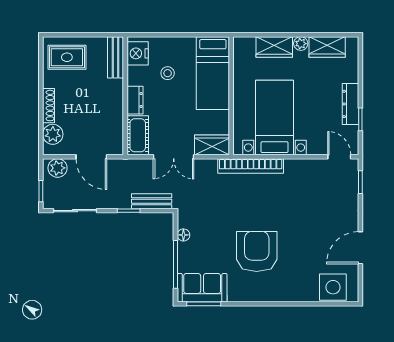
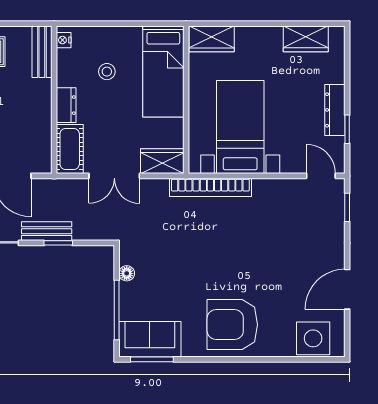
plant: (301, 44) -> (273, 35), removed
wardrobe: (274, 47) -> (212, 39), moved
nightstand: (138, 53) -> (64, 40), width x0.53, depth x0.56
bench: (152, 201) -> (47, 231), moved
armchair: (257, 251) -> (232, 325), moved, turned -90

